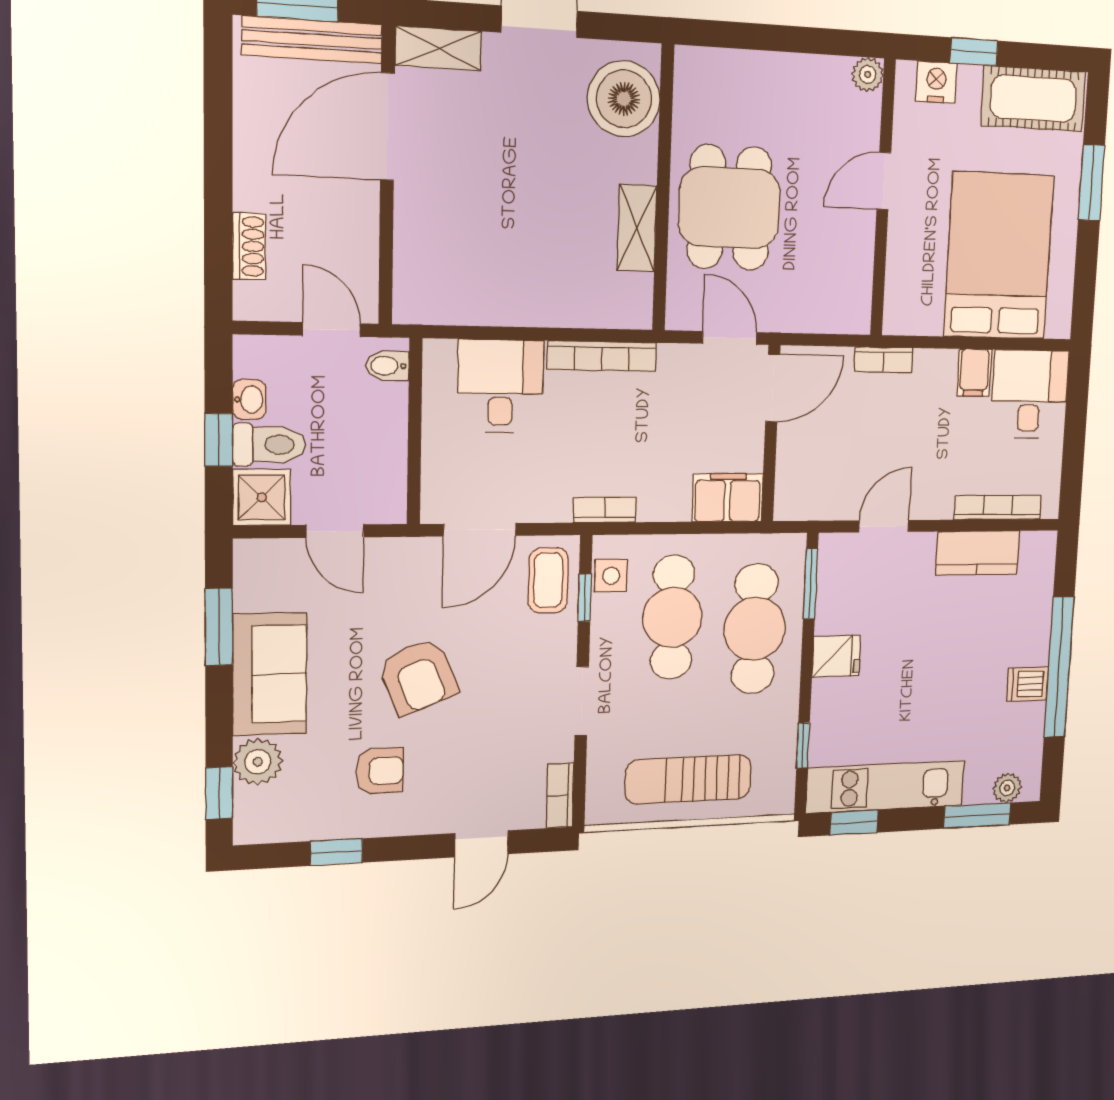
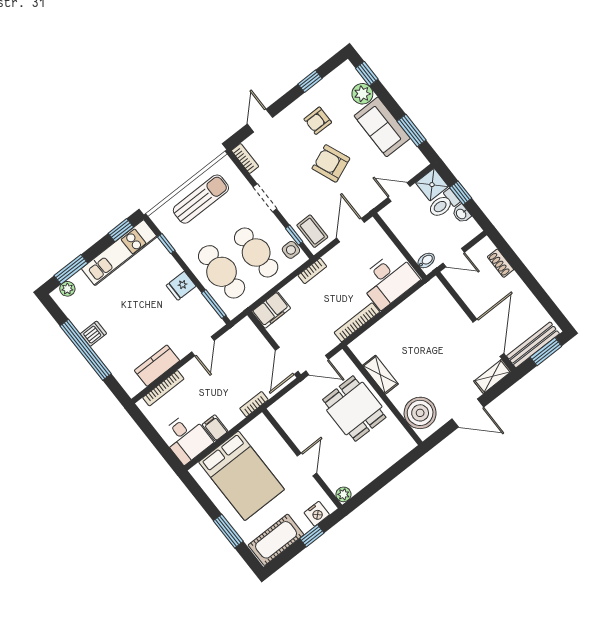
desk: (501, 386) -> (389, 280), width x1.37

